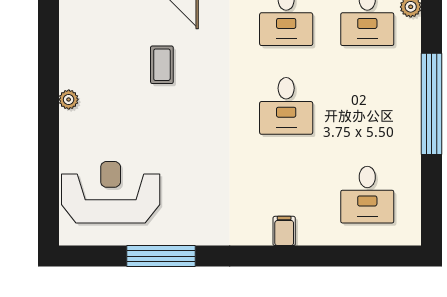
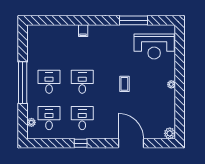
coffee table: (162, 65) -> (124, 84), moved
desk: (367, 195) -> (49, 82), moved

